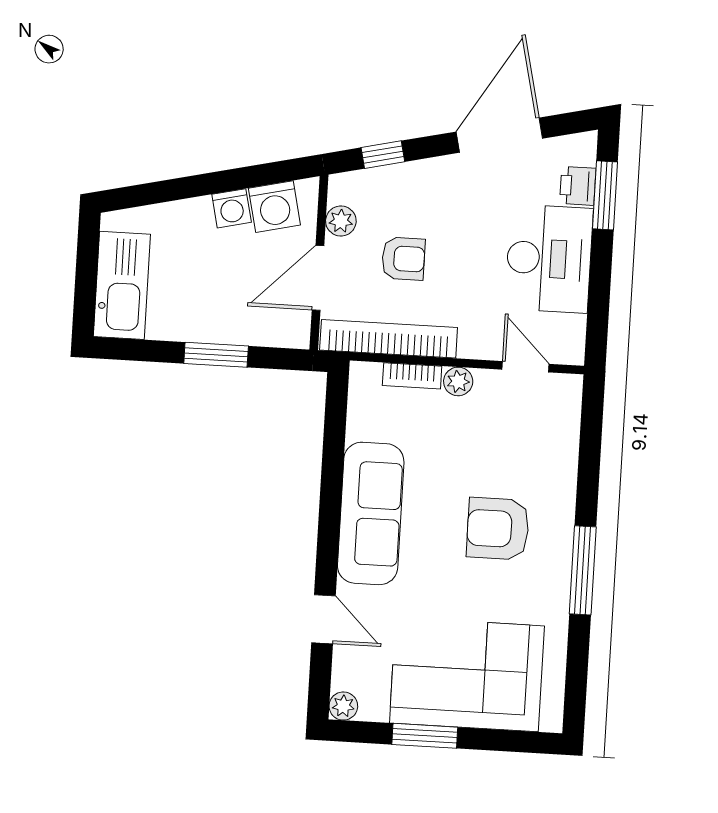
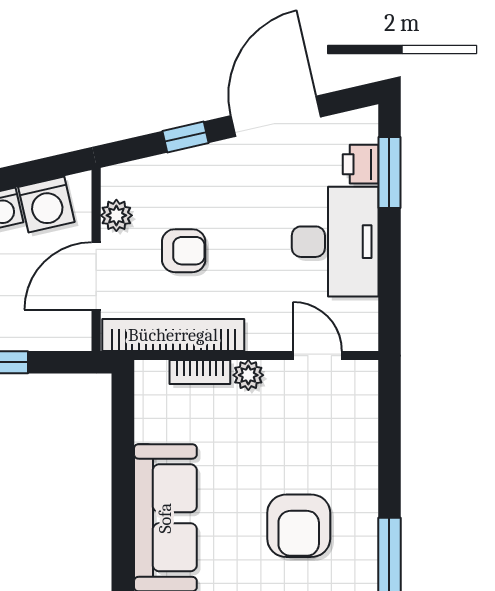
window: (383, 155) -> (186, 137), moved
armchair: (498, 529) -> (299, 526), turned -90

